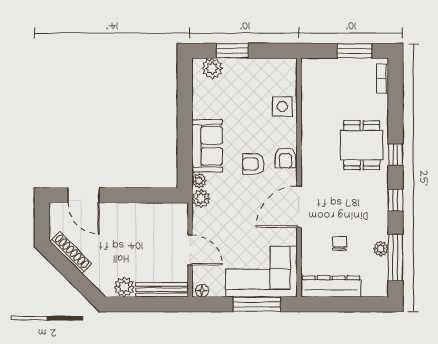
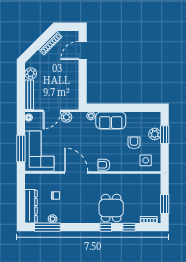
plant: (212, 68) -> (155, 134), moved
side table: (282, 106) -> (146, 160), moved
dining table: (362, 145) -> (111, 208), turned 90
armchair: (253, 164) -> (134, 143), moved
plant: (201, 199) -> (66, 117), moved
window: (395, 200) -> (129, 227), moved
dresser: (331, 287) -> (31, 206), moved

